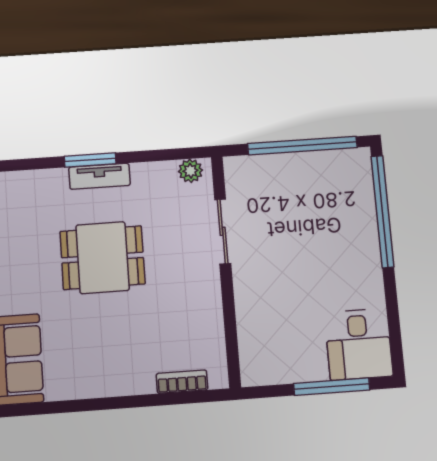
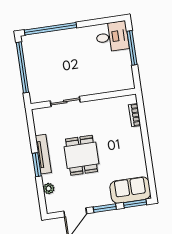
plant: (190, 171) -> (49, 189), moved
tv unit: (99, 176) -> (43, 154), width x1.41

